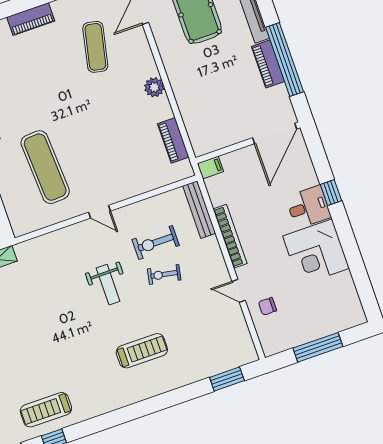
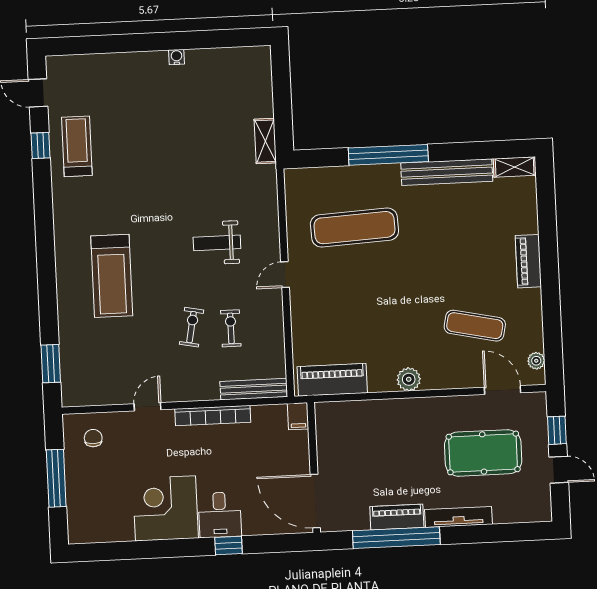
piano: (173, 140) -> (332, 380), width x1.37, depth x1.33
exercise bike: (156, 243) -> (231, 328), width x0.73, depth x0.72
weight bench: (108, 285) -> (217, 243), moved
chair: (267, 306) -> (93, 438), moved
treadmill: (142, 351) -> (112, 276), width x1.37, depth x1.38

